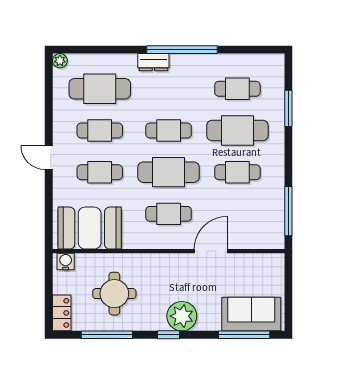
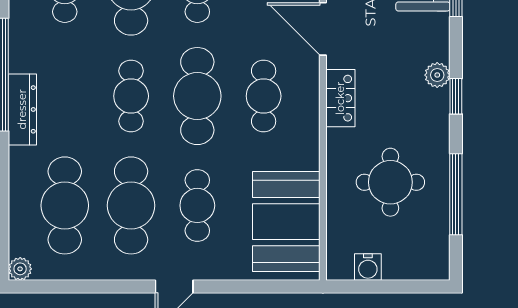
dresser: (153, 62) -> (22, 109), width x1.44
cafe table: (100, 130) -> (131, 205), width x1.37, depth x1.35
water cooler: (66, 261) -> (368, 267), moved, turned -90
locker: (62, 313) -> (340, 98), moved, turned 90
plant: (182, 316) -> (437, 75), width x0.53, depth x0.53

